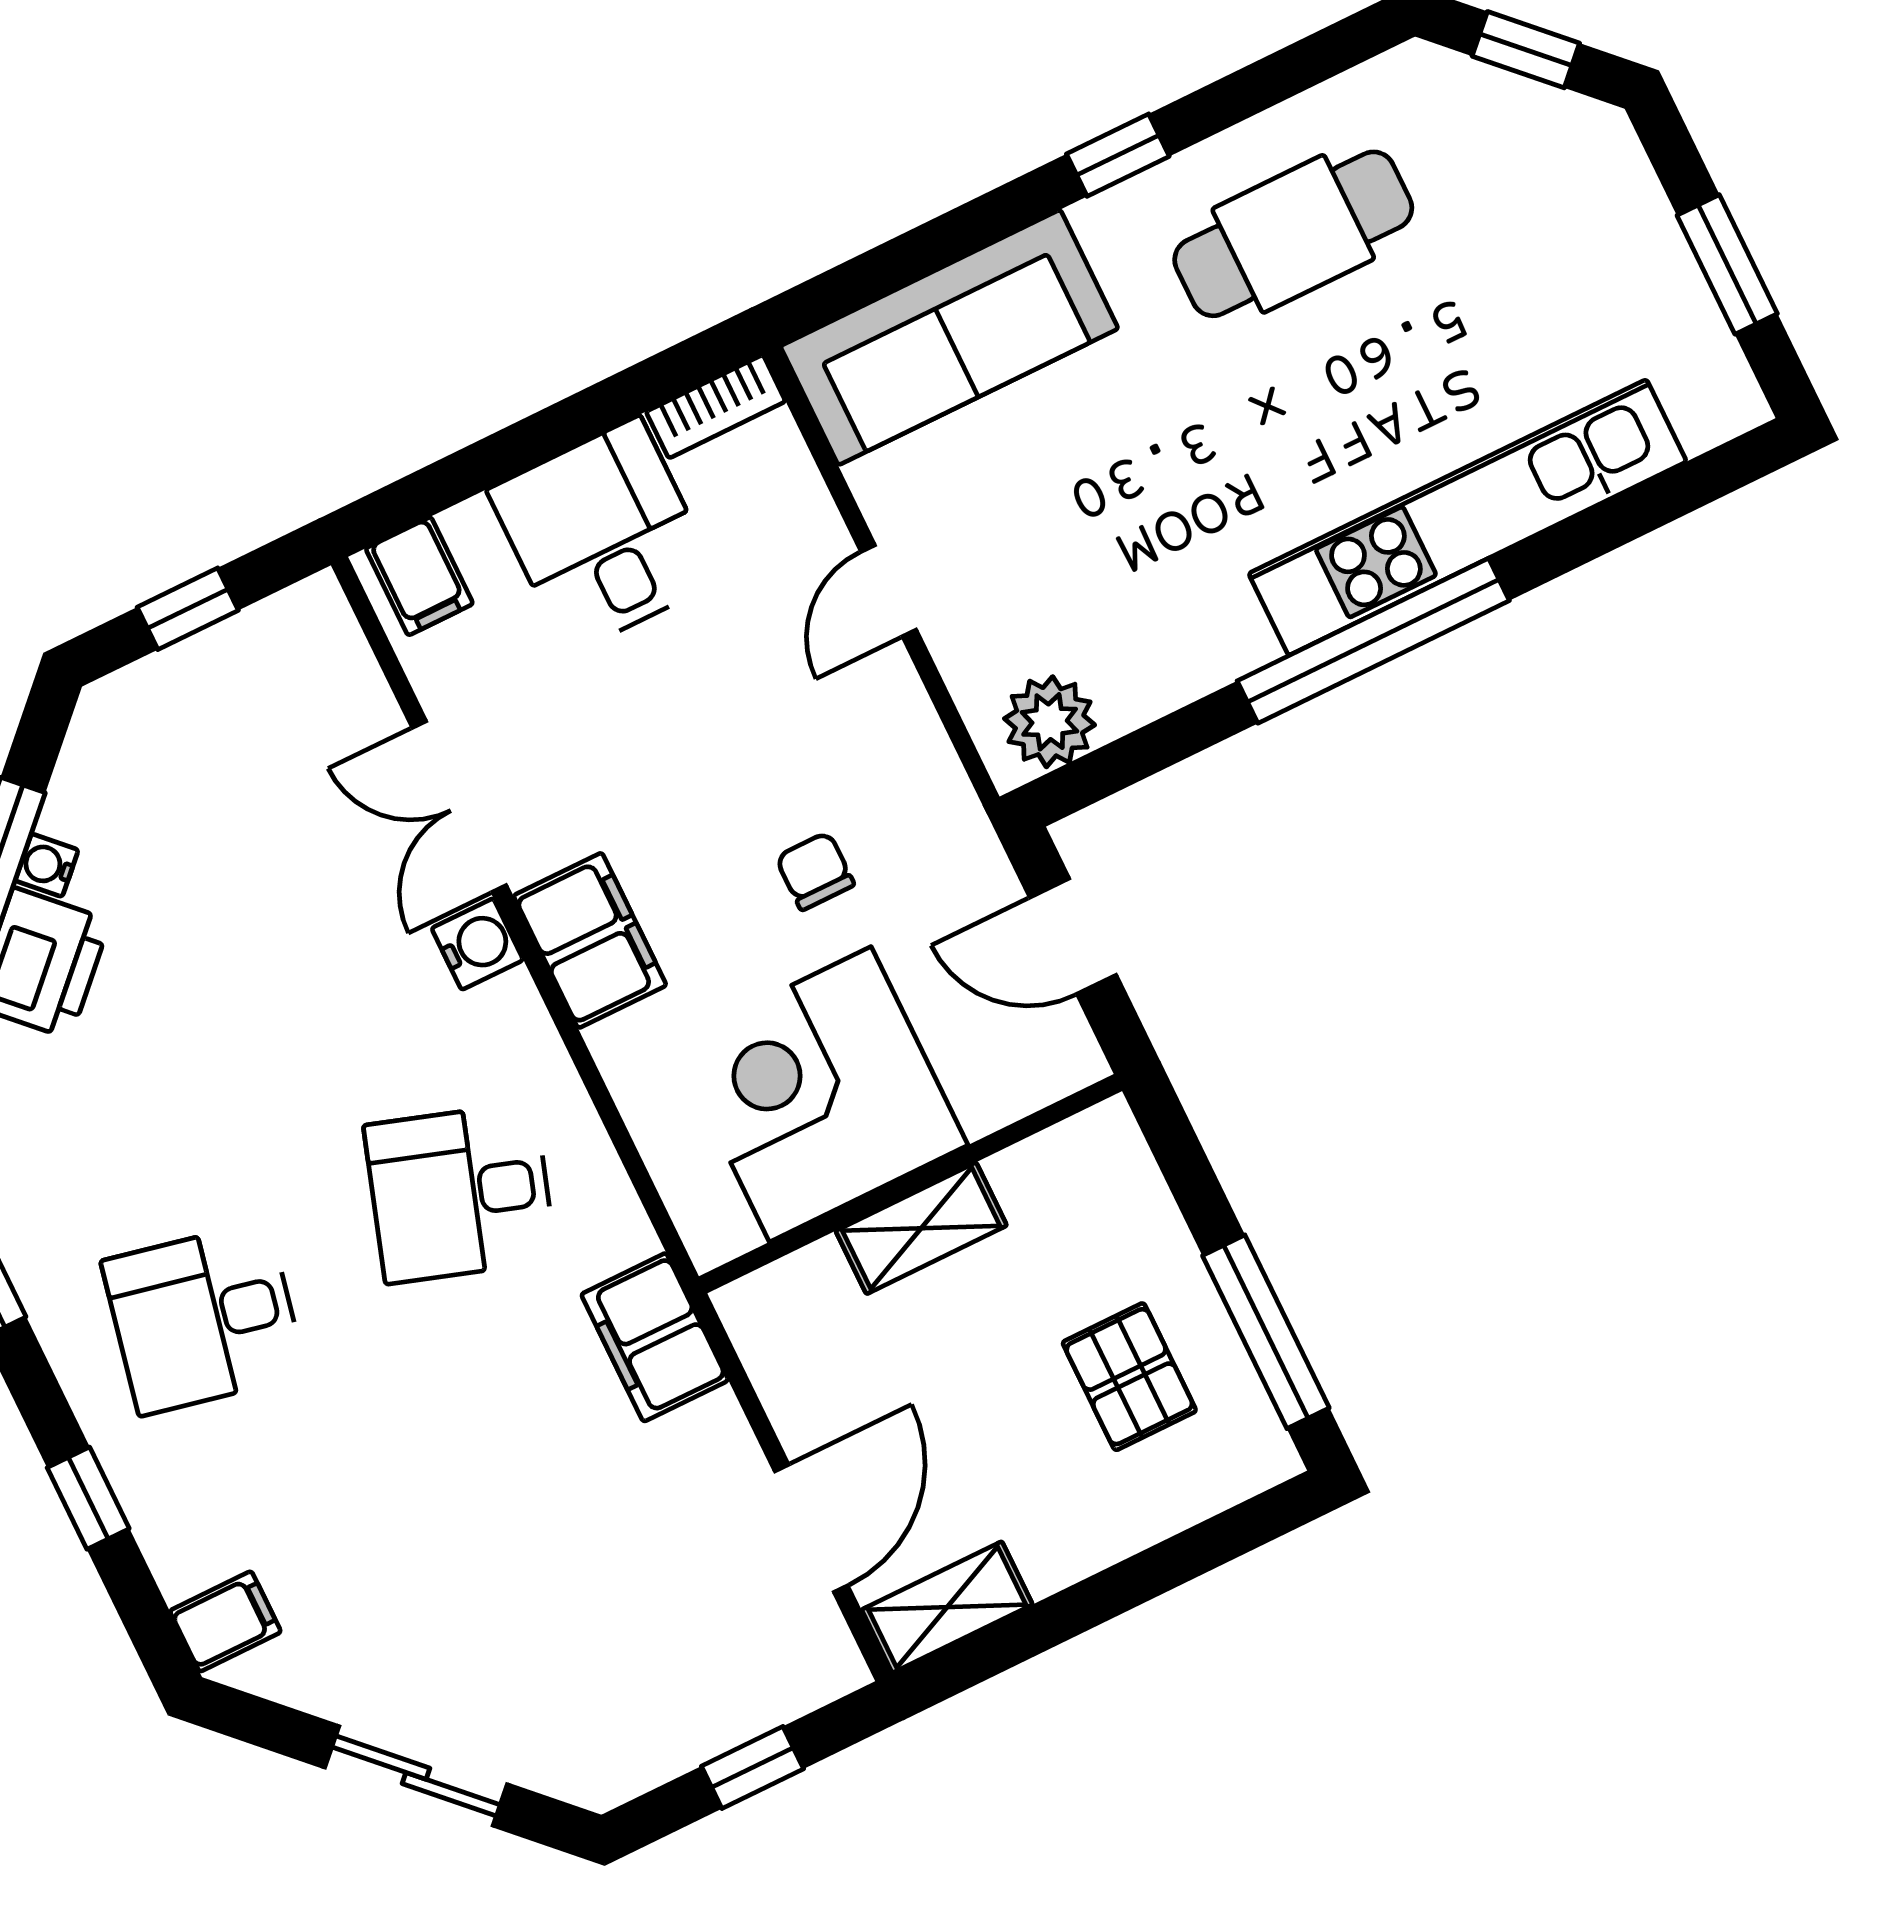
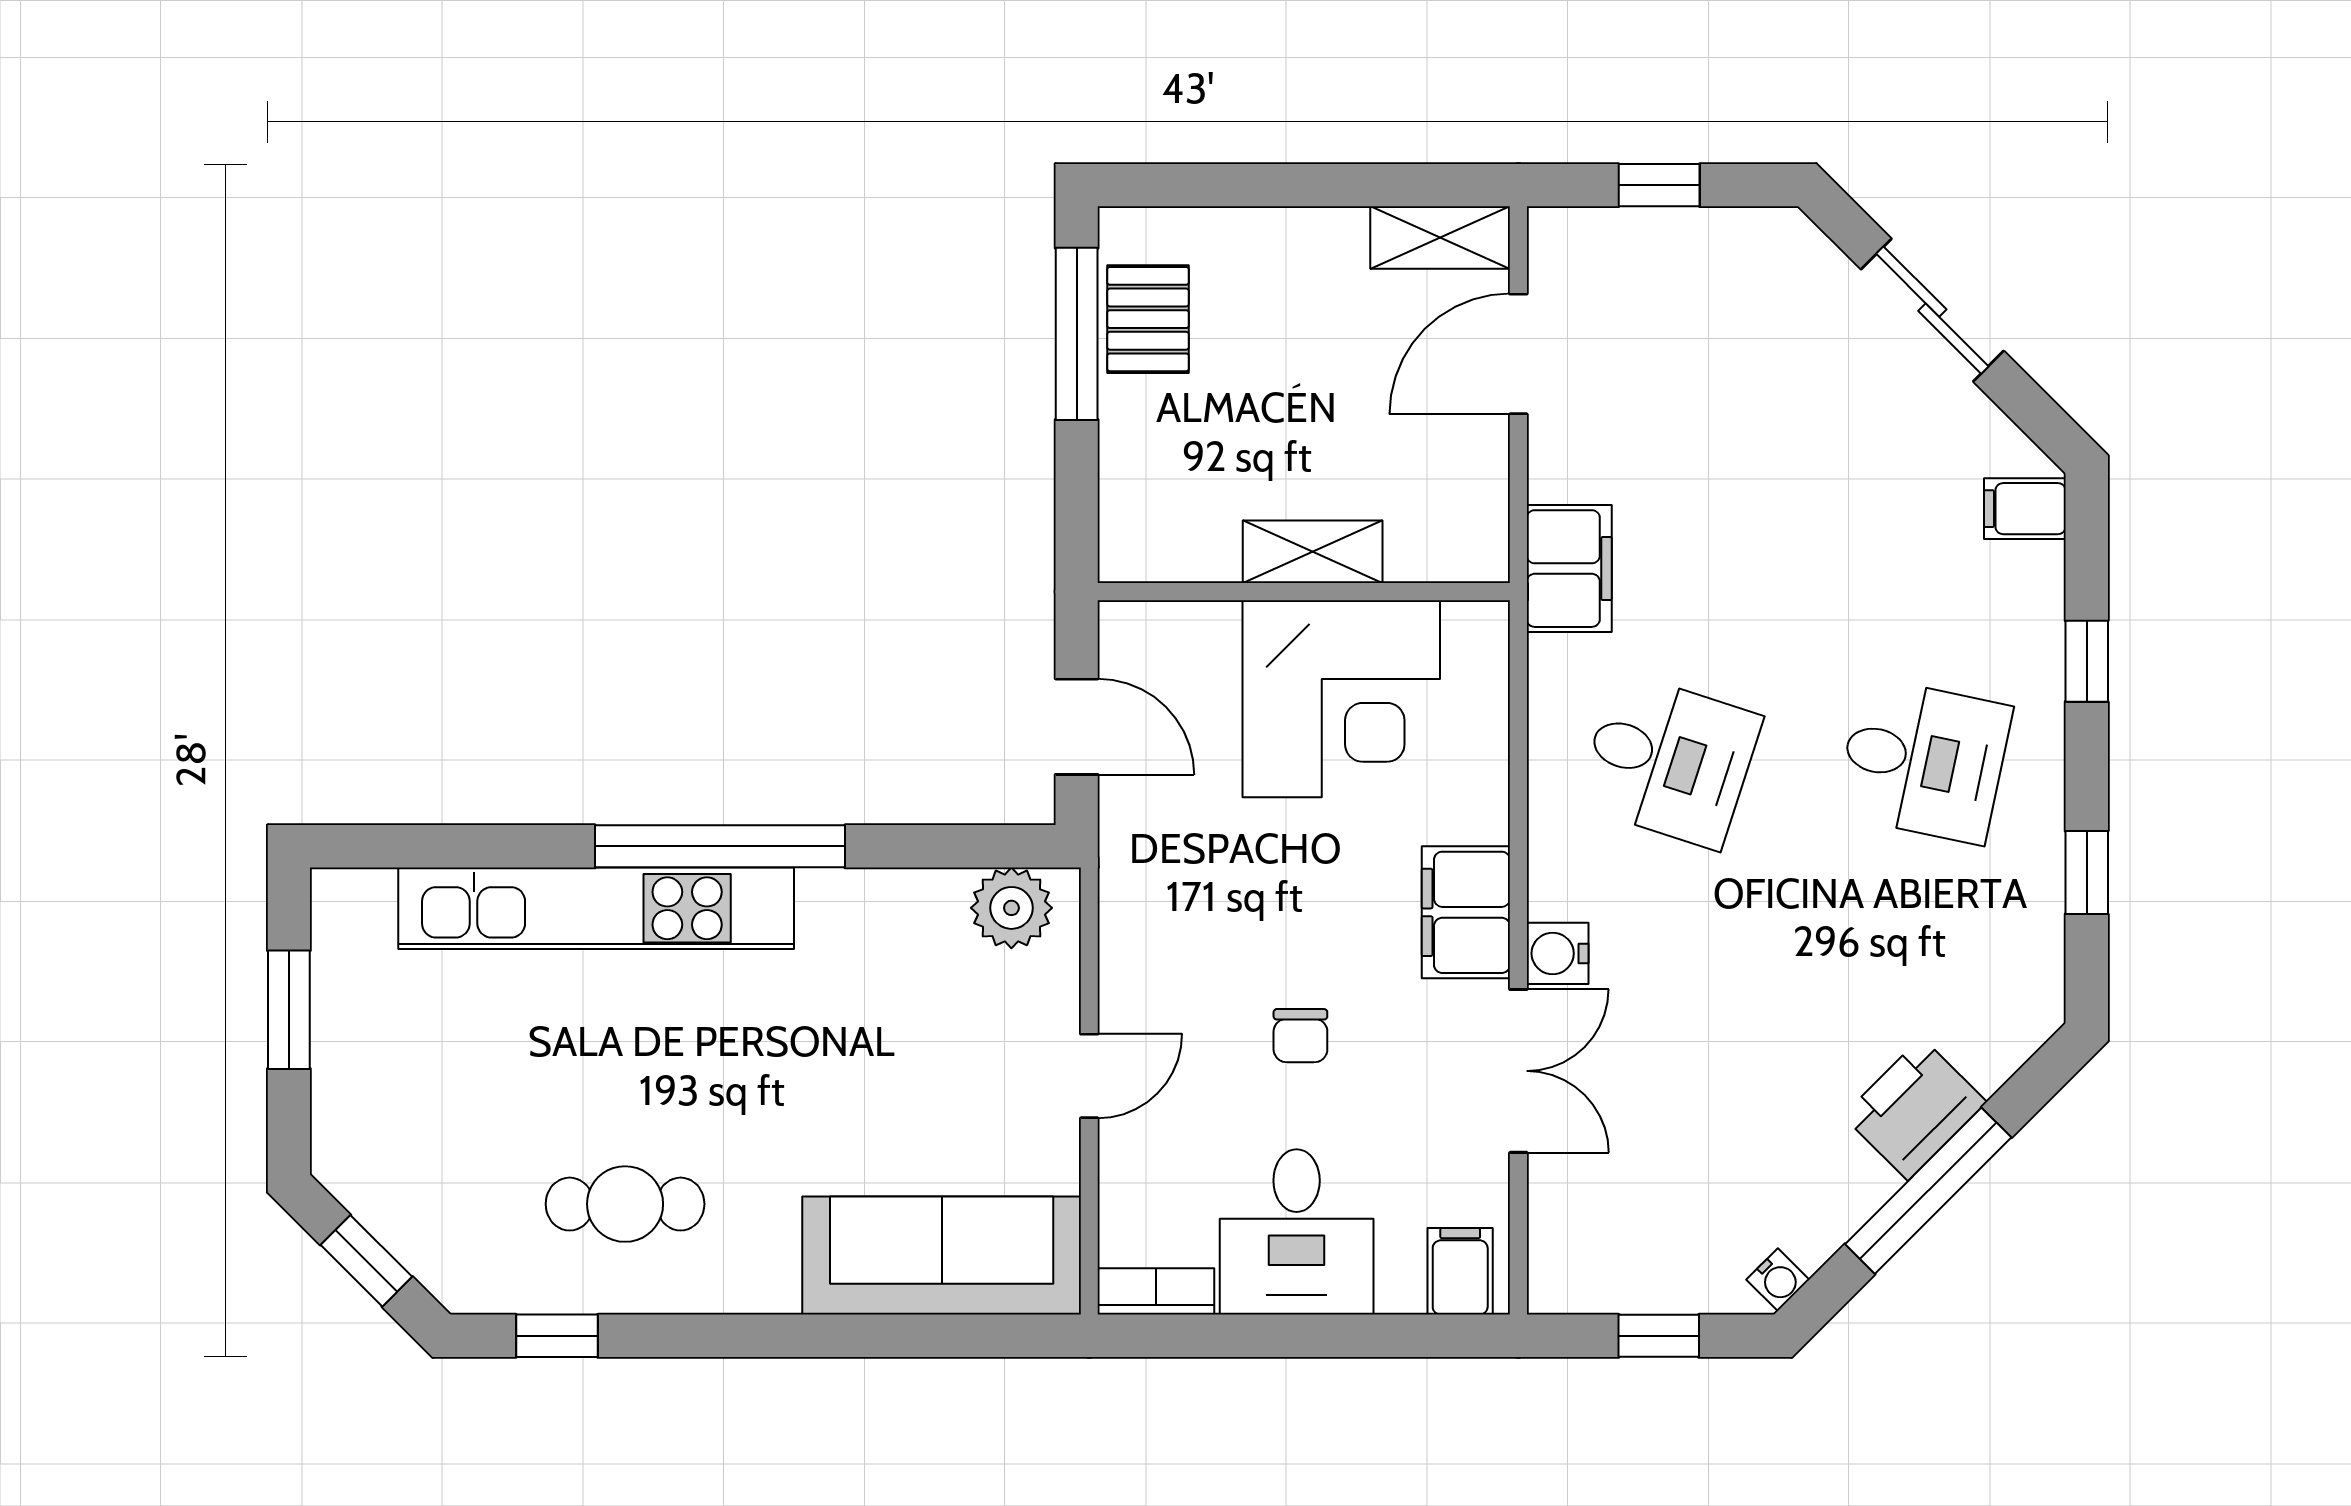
window: (1118, 155) -> (557, 1336), moved
cafe table: (1293, 234) -> (625, 1204), width x0.73, depth x0.74
water cooler: (47, 865) -> (1778, 1280), moved
chair: (815, 871) -> (1300, 1036), moved
pallet: (1129, 1377) -> (1148, 319), moved

